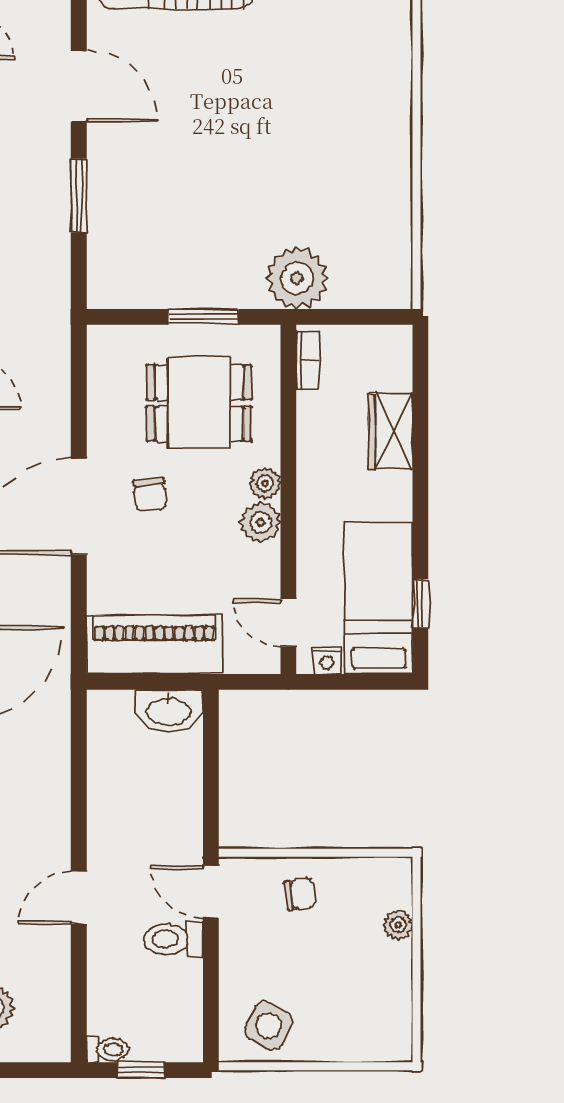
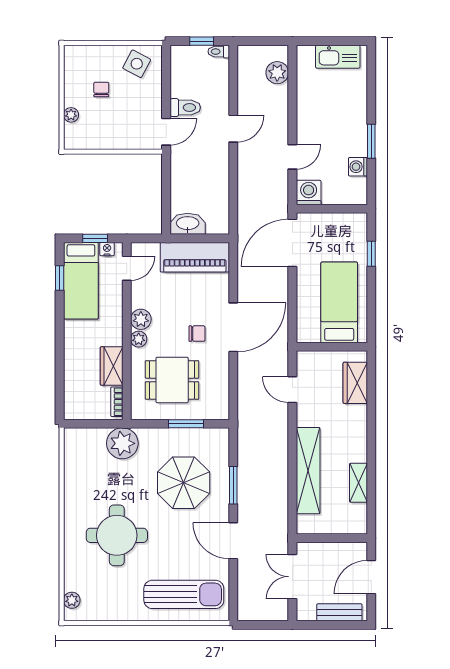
round table: (308, 97) -> (117, 535), added
parasol: (176, 201) -> (184, 483), added
window: (203, 317) -> (186, 424), moved
wardrobe: (391, 431) -> (112, 366), moved, turned 180
chair: (150, 494) -> (197, 334), turned 95
door: (288, 623) -> (127, 268), hinge flipped
window: (351, 682) -> (95, 238), added
door: (211, 892) -> (166, 132), hinge flipped
chair: (300, 894) -> (101, 89), moved, turned 97

